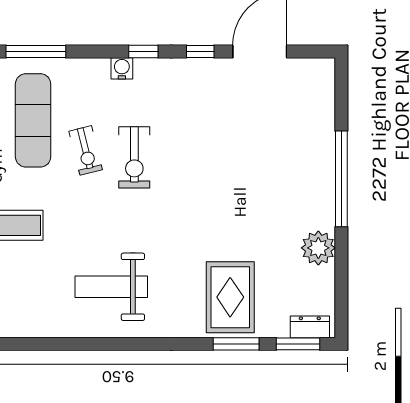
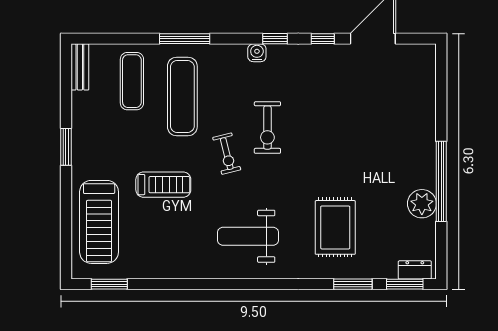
exercise bike: (86, 150) -> (227, 154), moved
window: (341, 179) -> (441, 181), moved
rug: (230, 297) -> (335, 227), moved

